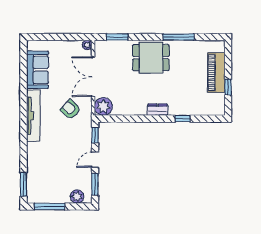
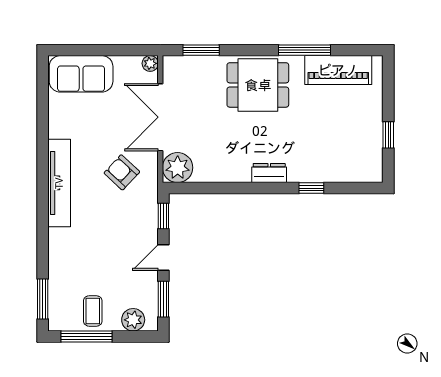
sofa: (37, 70) -> (81, 74), moved, turned 90
piano: (216, 73) -> (338, 70), moved, turned -90
coffee table: (53, 191) -> (93, 311), added

